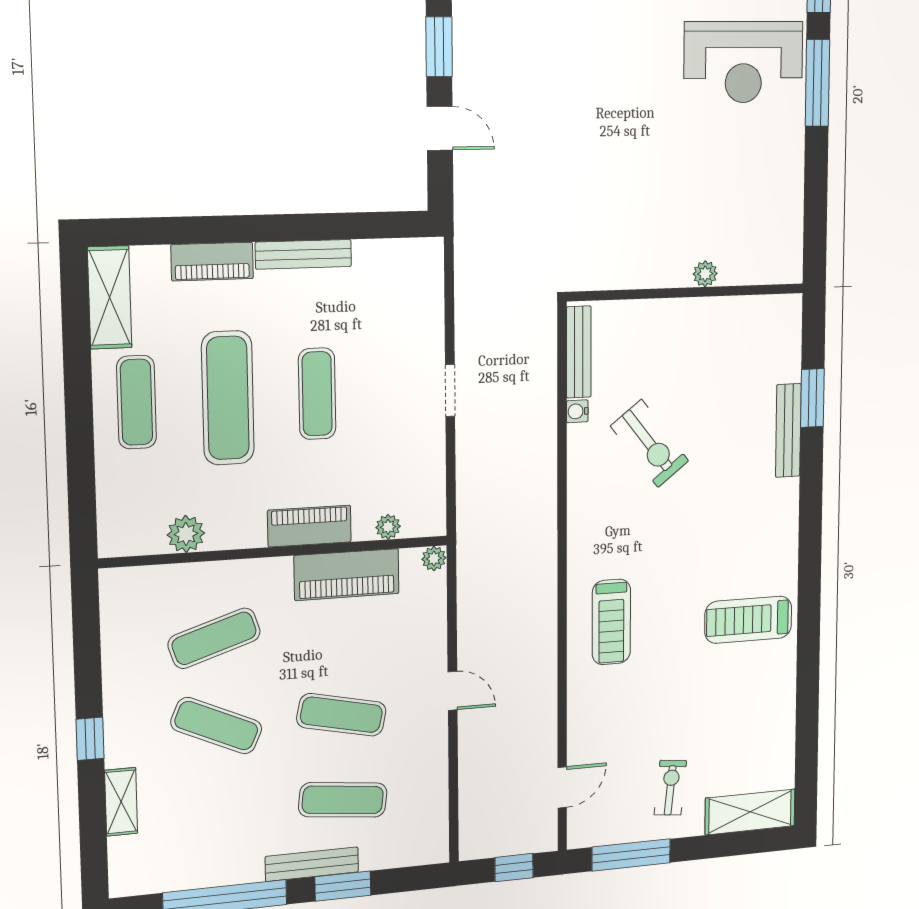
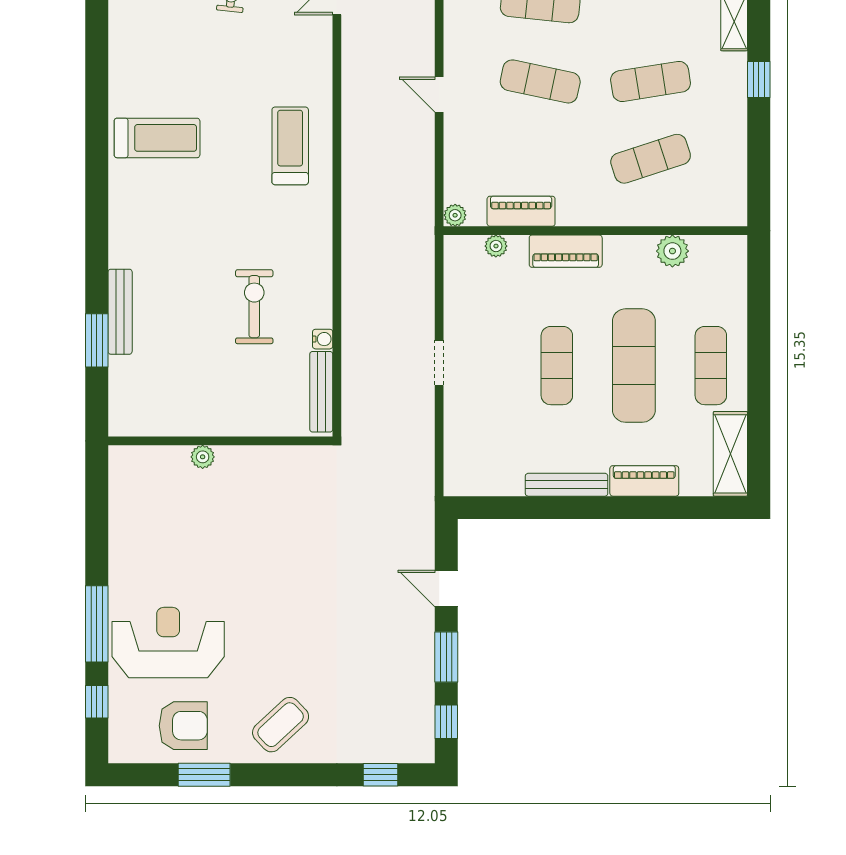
exercise bike: (650, 444) -> (254, 307), turned 38
piano: (347, 575) -> (521, 211), width x0.73, depth x0.75
exercise mat: (216, 726) -> (651, 81), turned -33

